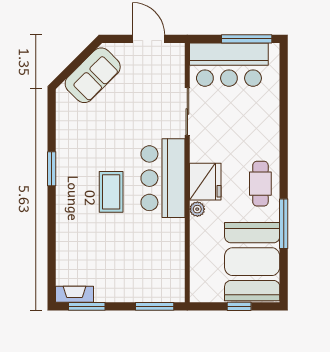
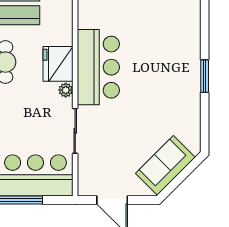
coffee table: (111, 192) -> (148, 54), removed
plant: (197, 209) -> (66, 90), moved

